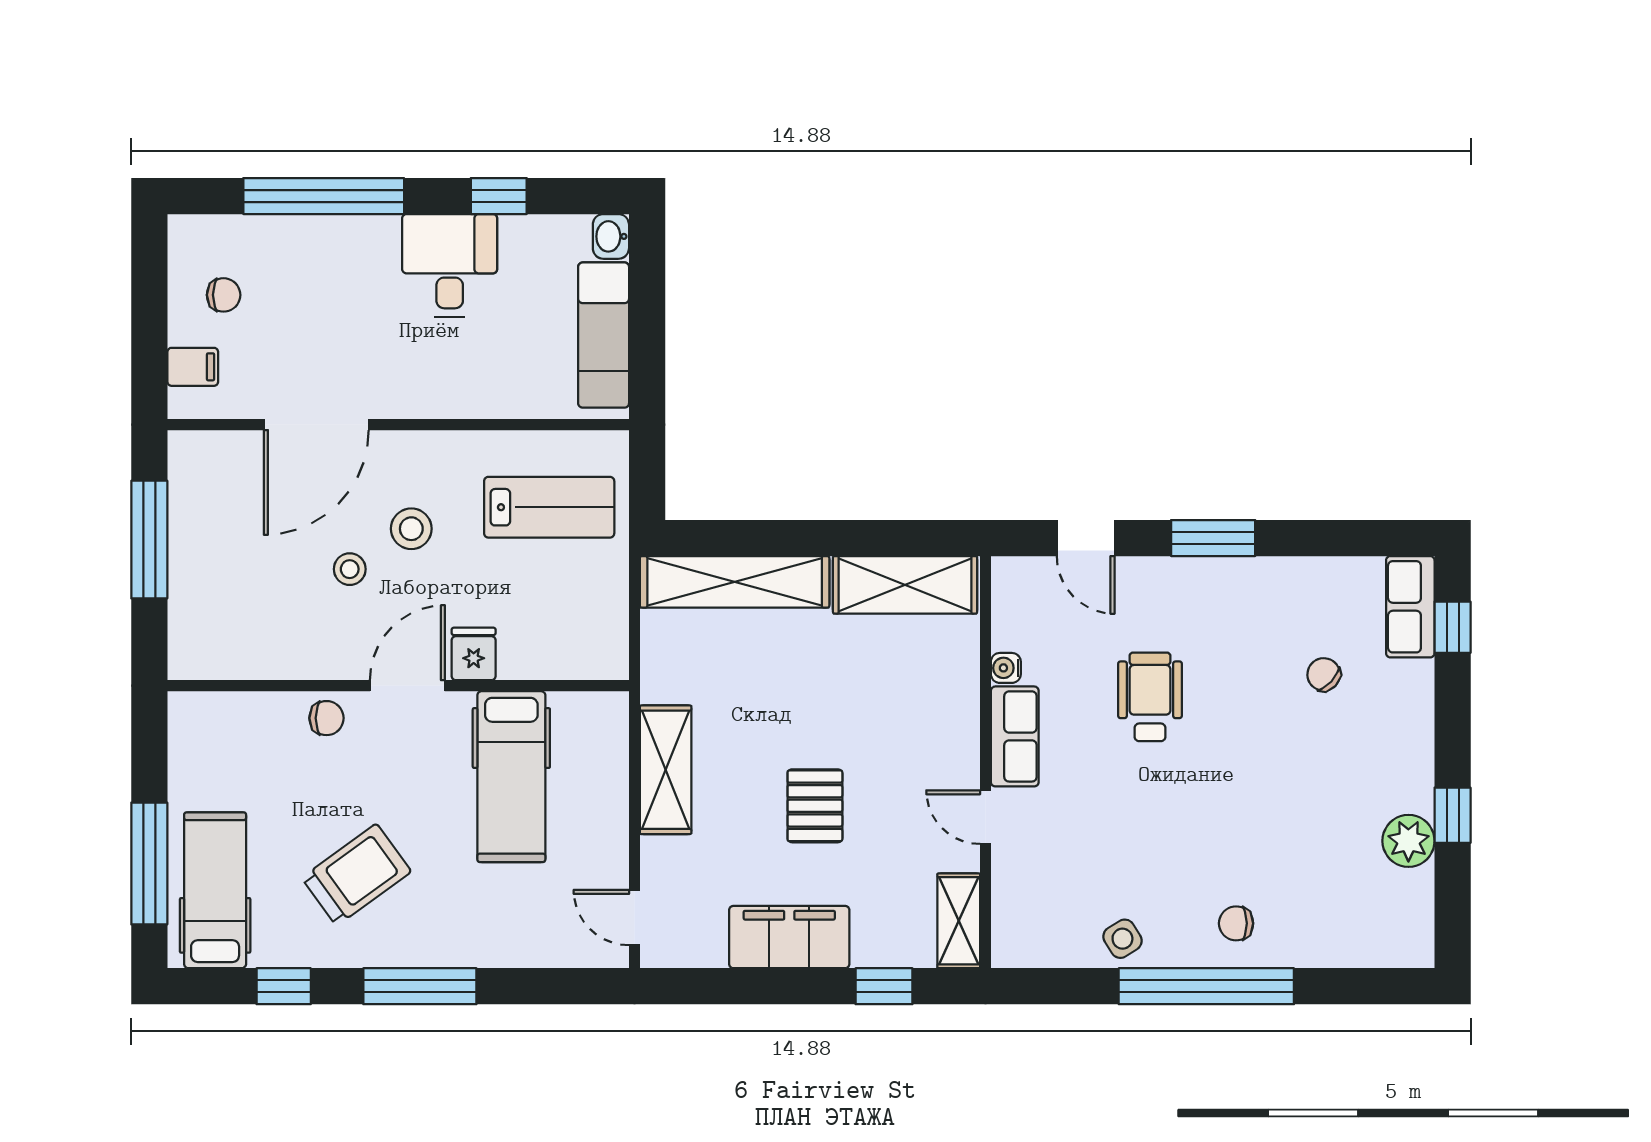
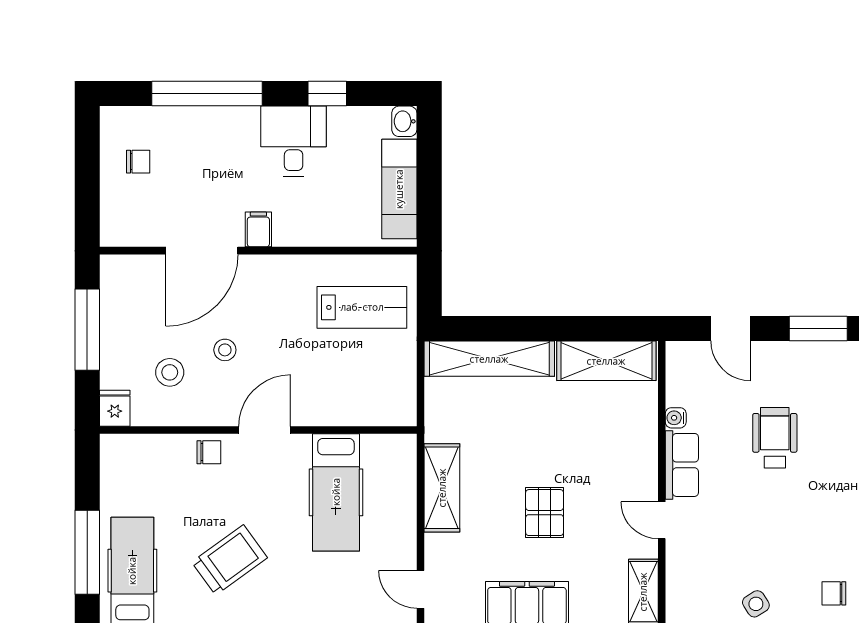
filing cabinet: (193, 367) -> (258, 229), moved, turned -90
stool: (411, 529) -> (170, 372), moved
fridge: (474, 654) -> (115, 408), moved

